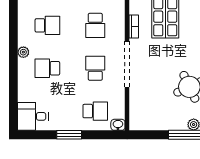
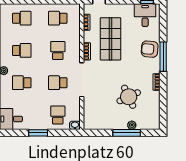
school desk: (95, 25) -> (58, 50), turned 180
school desk: (95, 68) -> (58, 83), turned -90
school desk: (95, 111) -> (58, 115), turned -90

